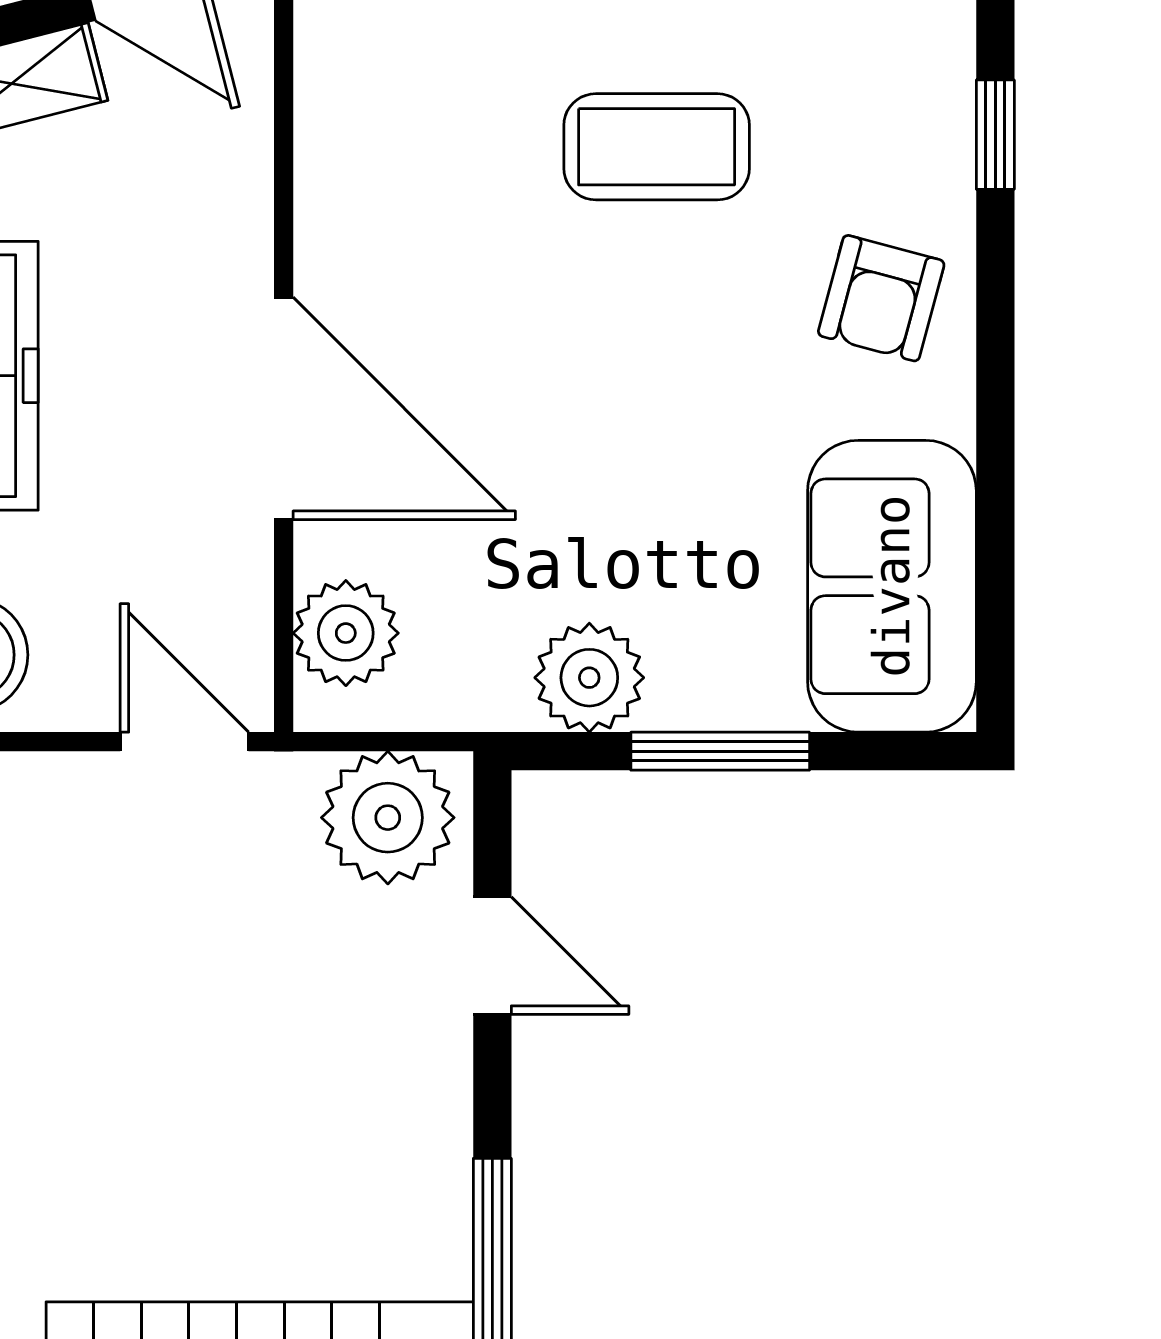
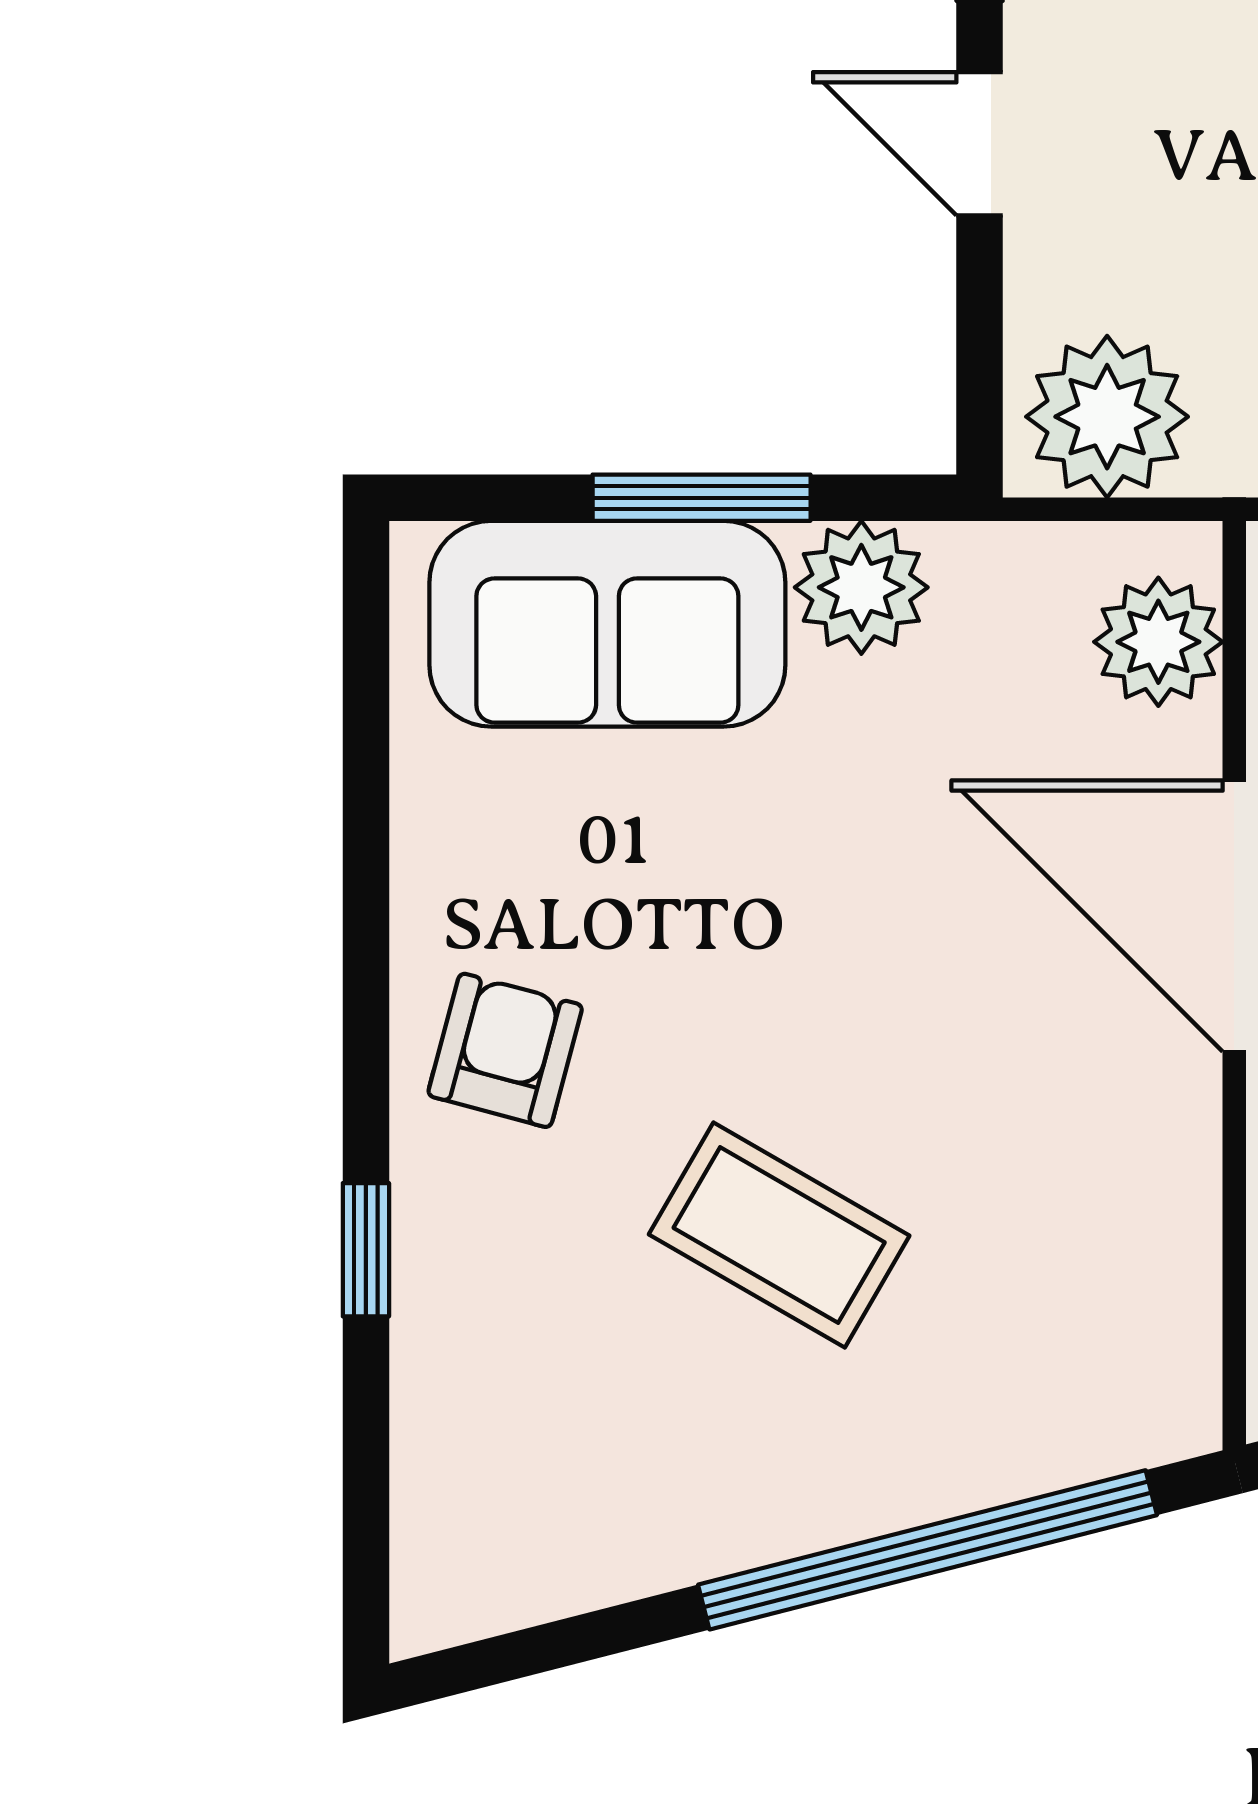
coffee table: (657, 147) -> (779, 1235), turned 30
sofa: (892, 586) -> (607, 624), moved, turned 90
door: (492, 956) -> (980, 144), moved

